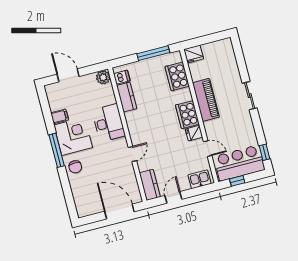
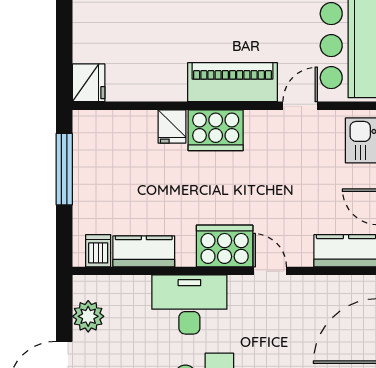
cooker: (177, 76) -> (225, 246), moved, turned 180
plant: (103, 77) -> (88, 316), moved
piano: (206, 100) -> (233, 82), moved
fridge: (194, 133) -> (172, 126), moved

